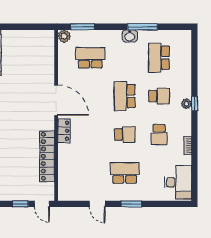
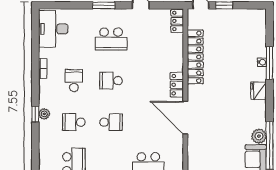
school desk: (125, 96) -> (111, 122), width x0.54
locker: (64, 190) -> (177, 21), added

